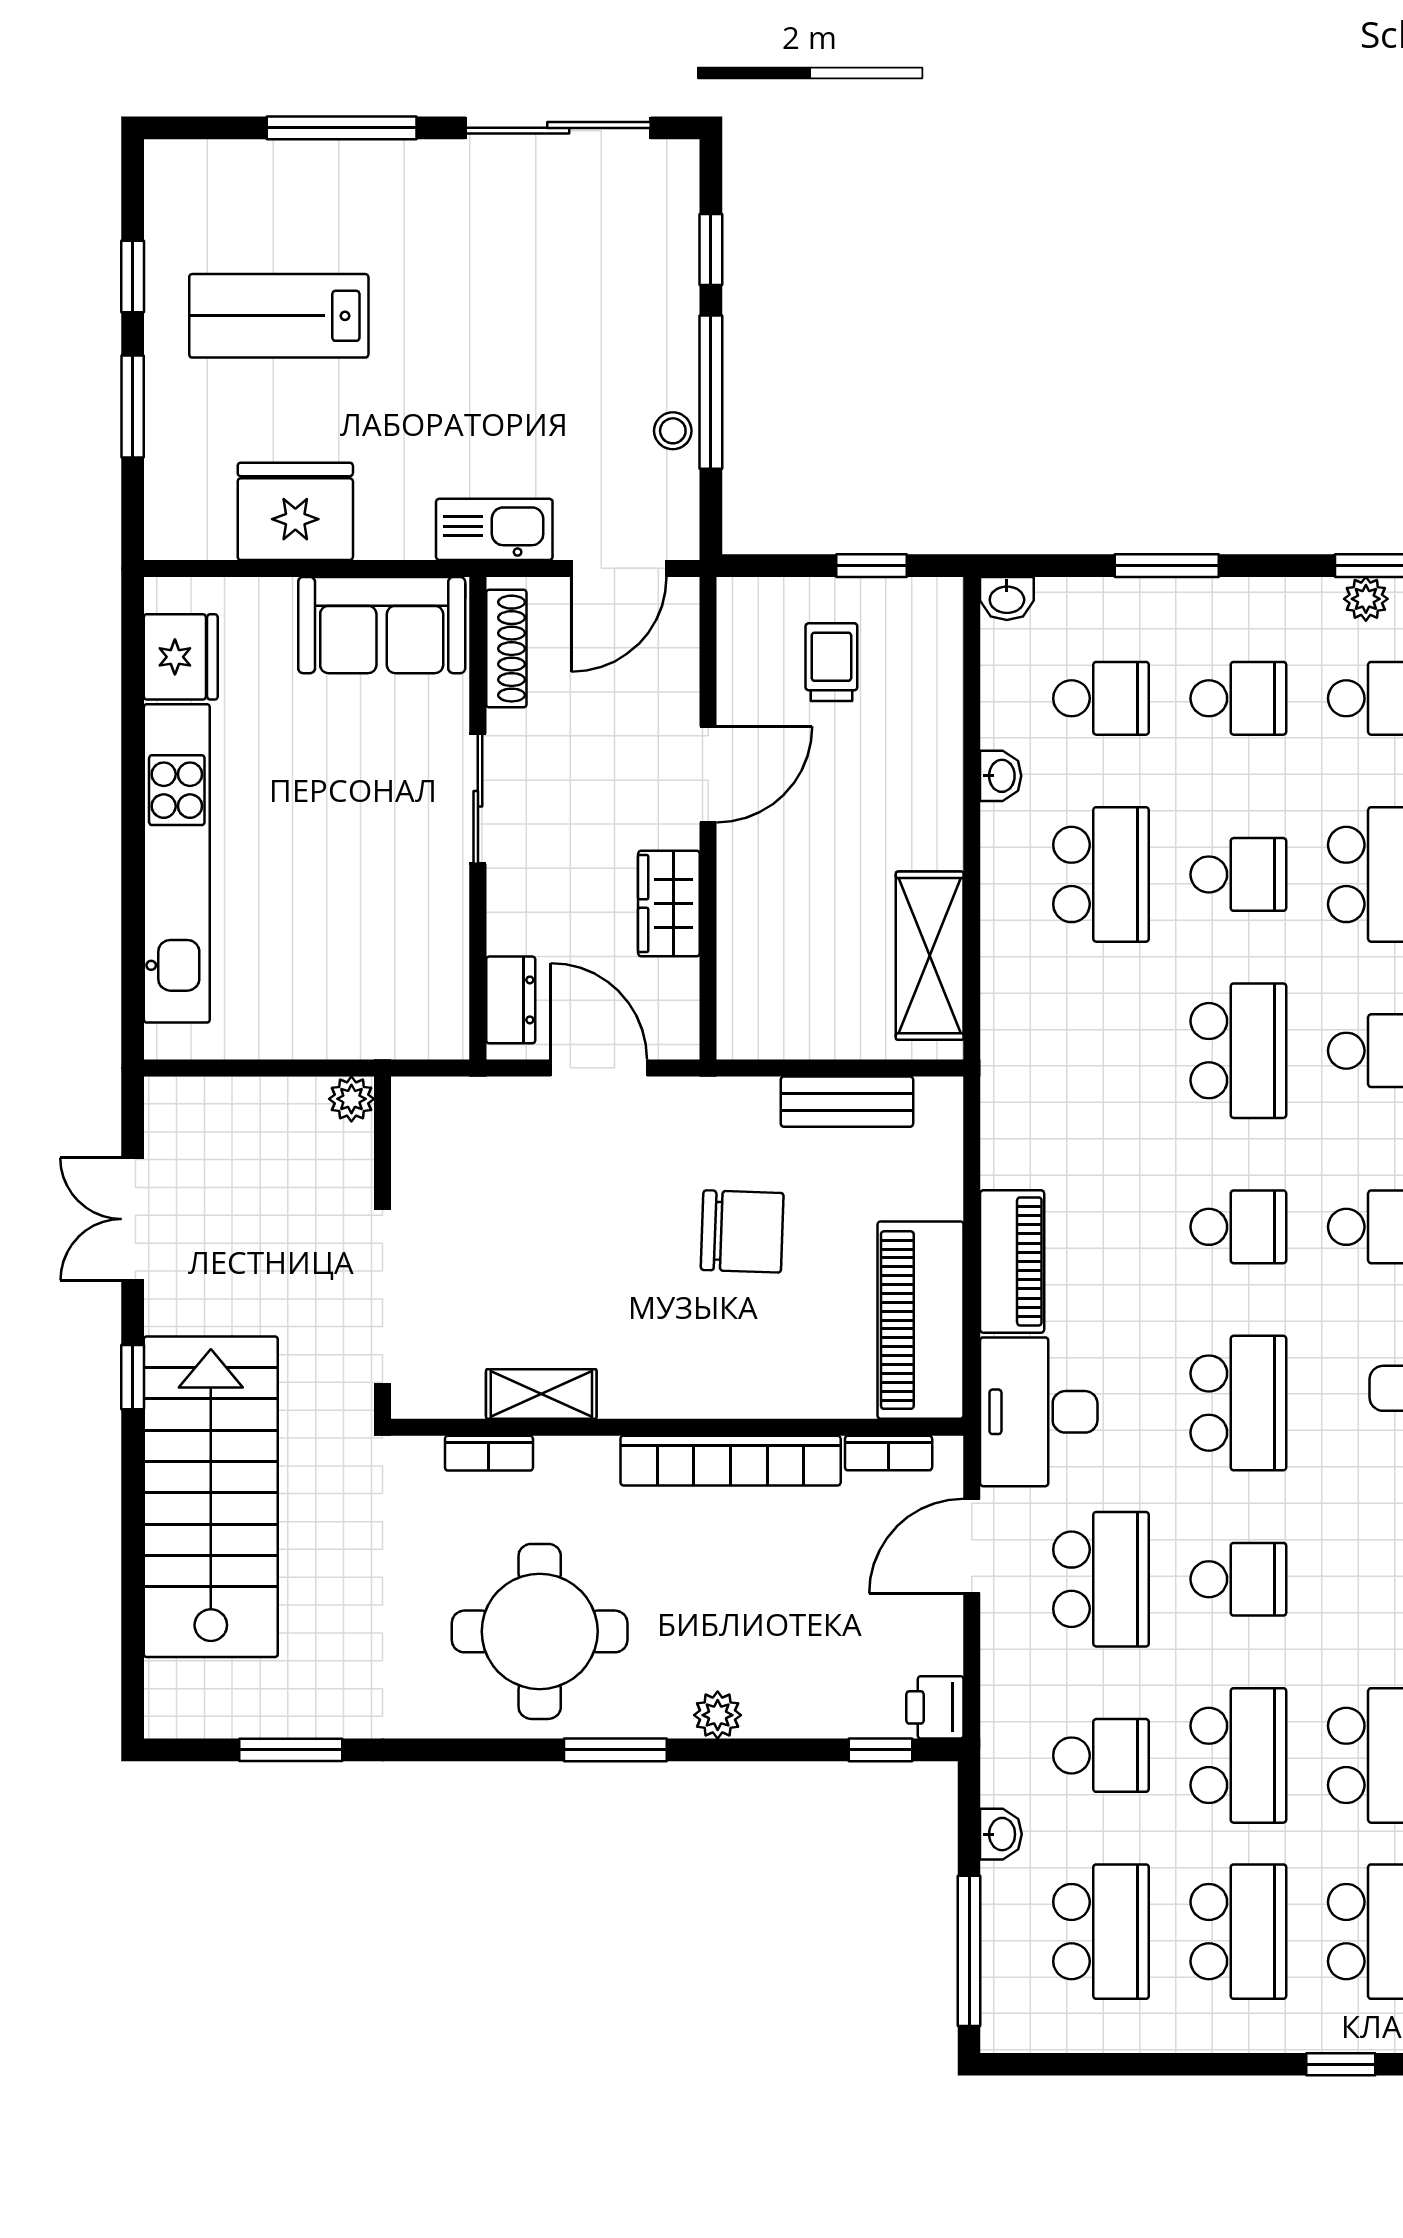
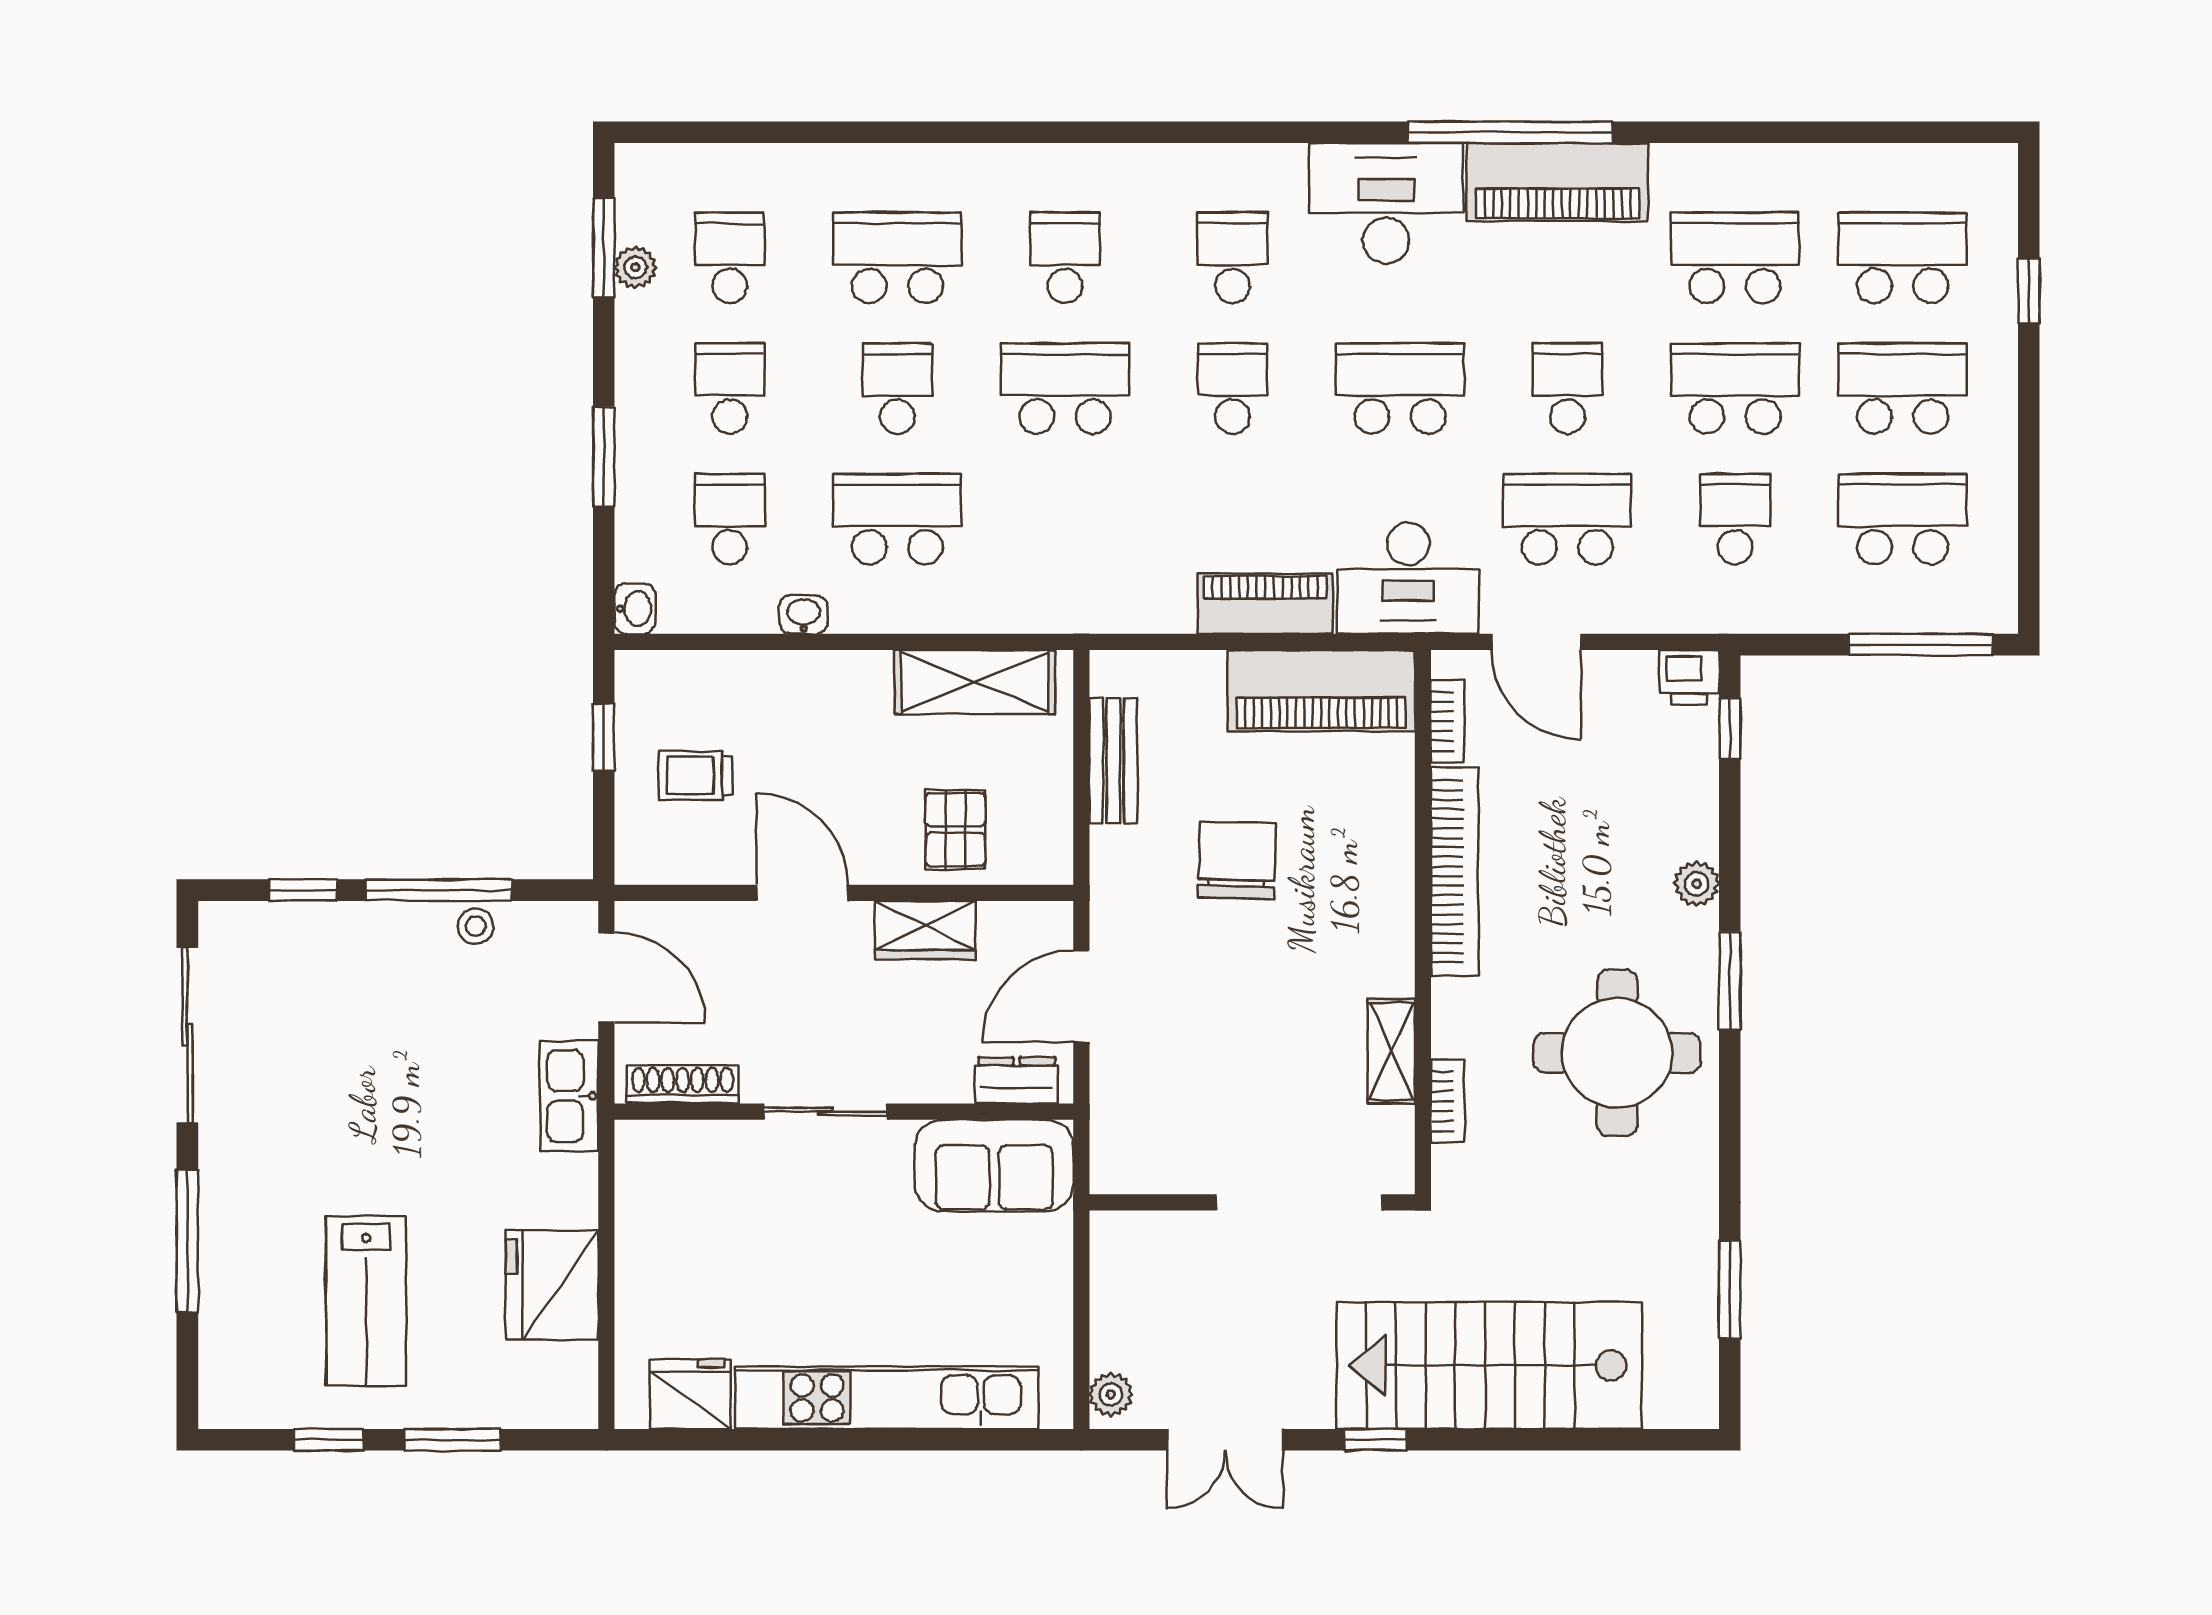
sofa: (382, 625) -> (994, 1165), moved, turned 90
pallet: (775, 935) -> (955, 830), added
plant: (351, 1099) -> (1111, 1395), moved
washbasin: (1001, 1834) -> (1810, 614), removed

